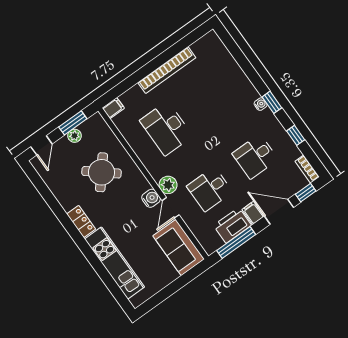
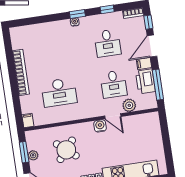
plant: (168, 185) -> (129, 105), moved
sofa: (179, 247) -> (142, 124), removed

